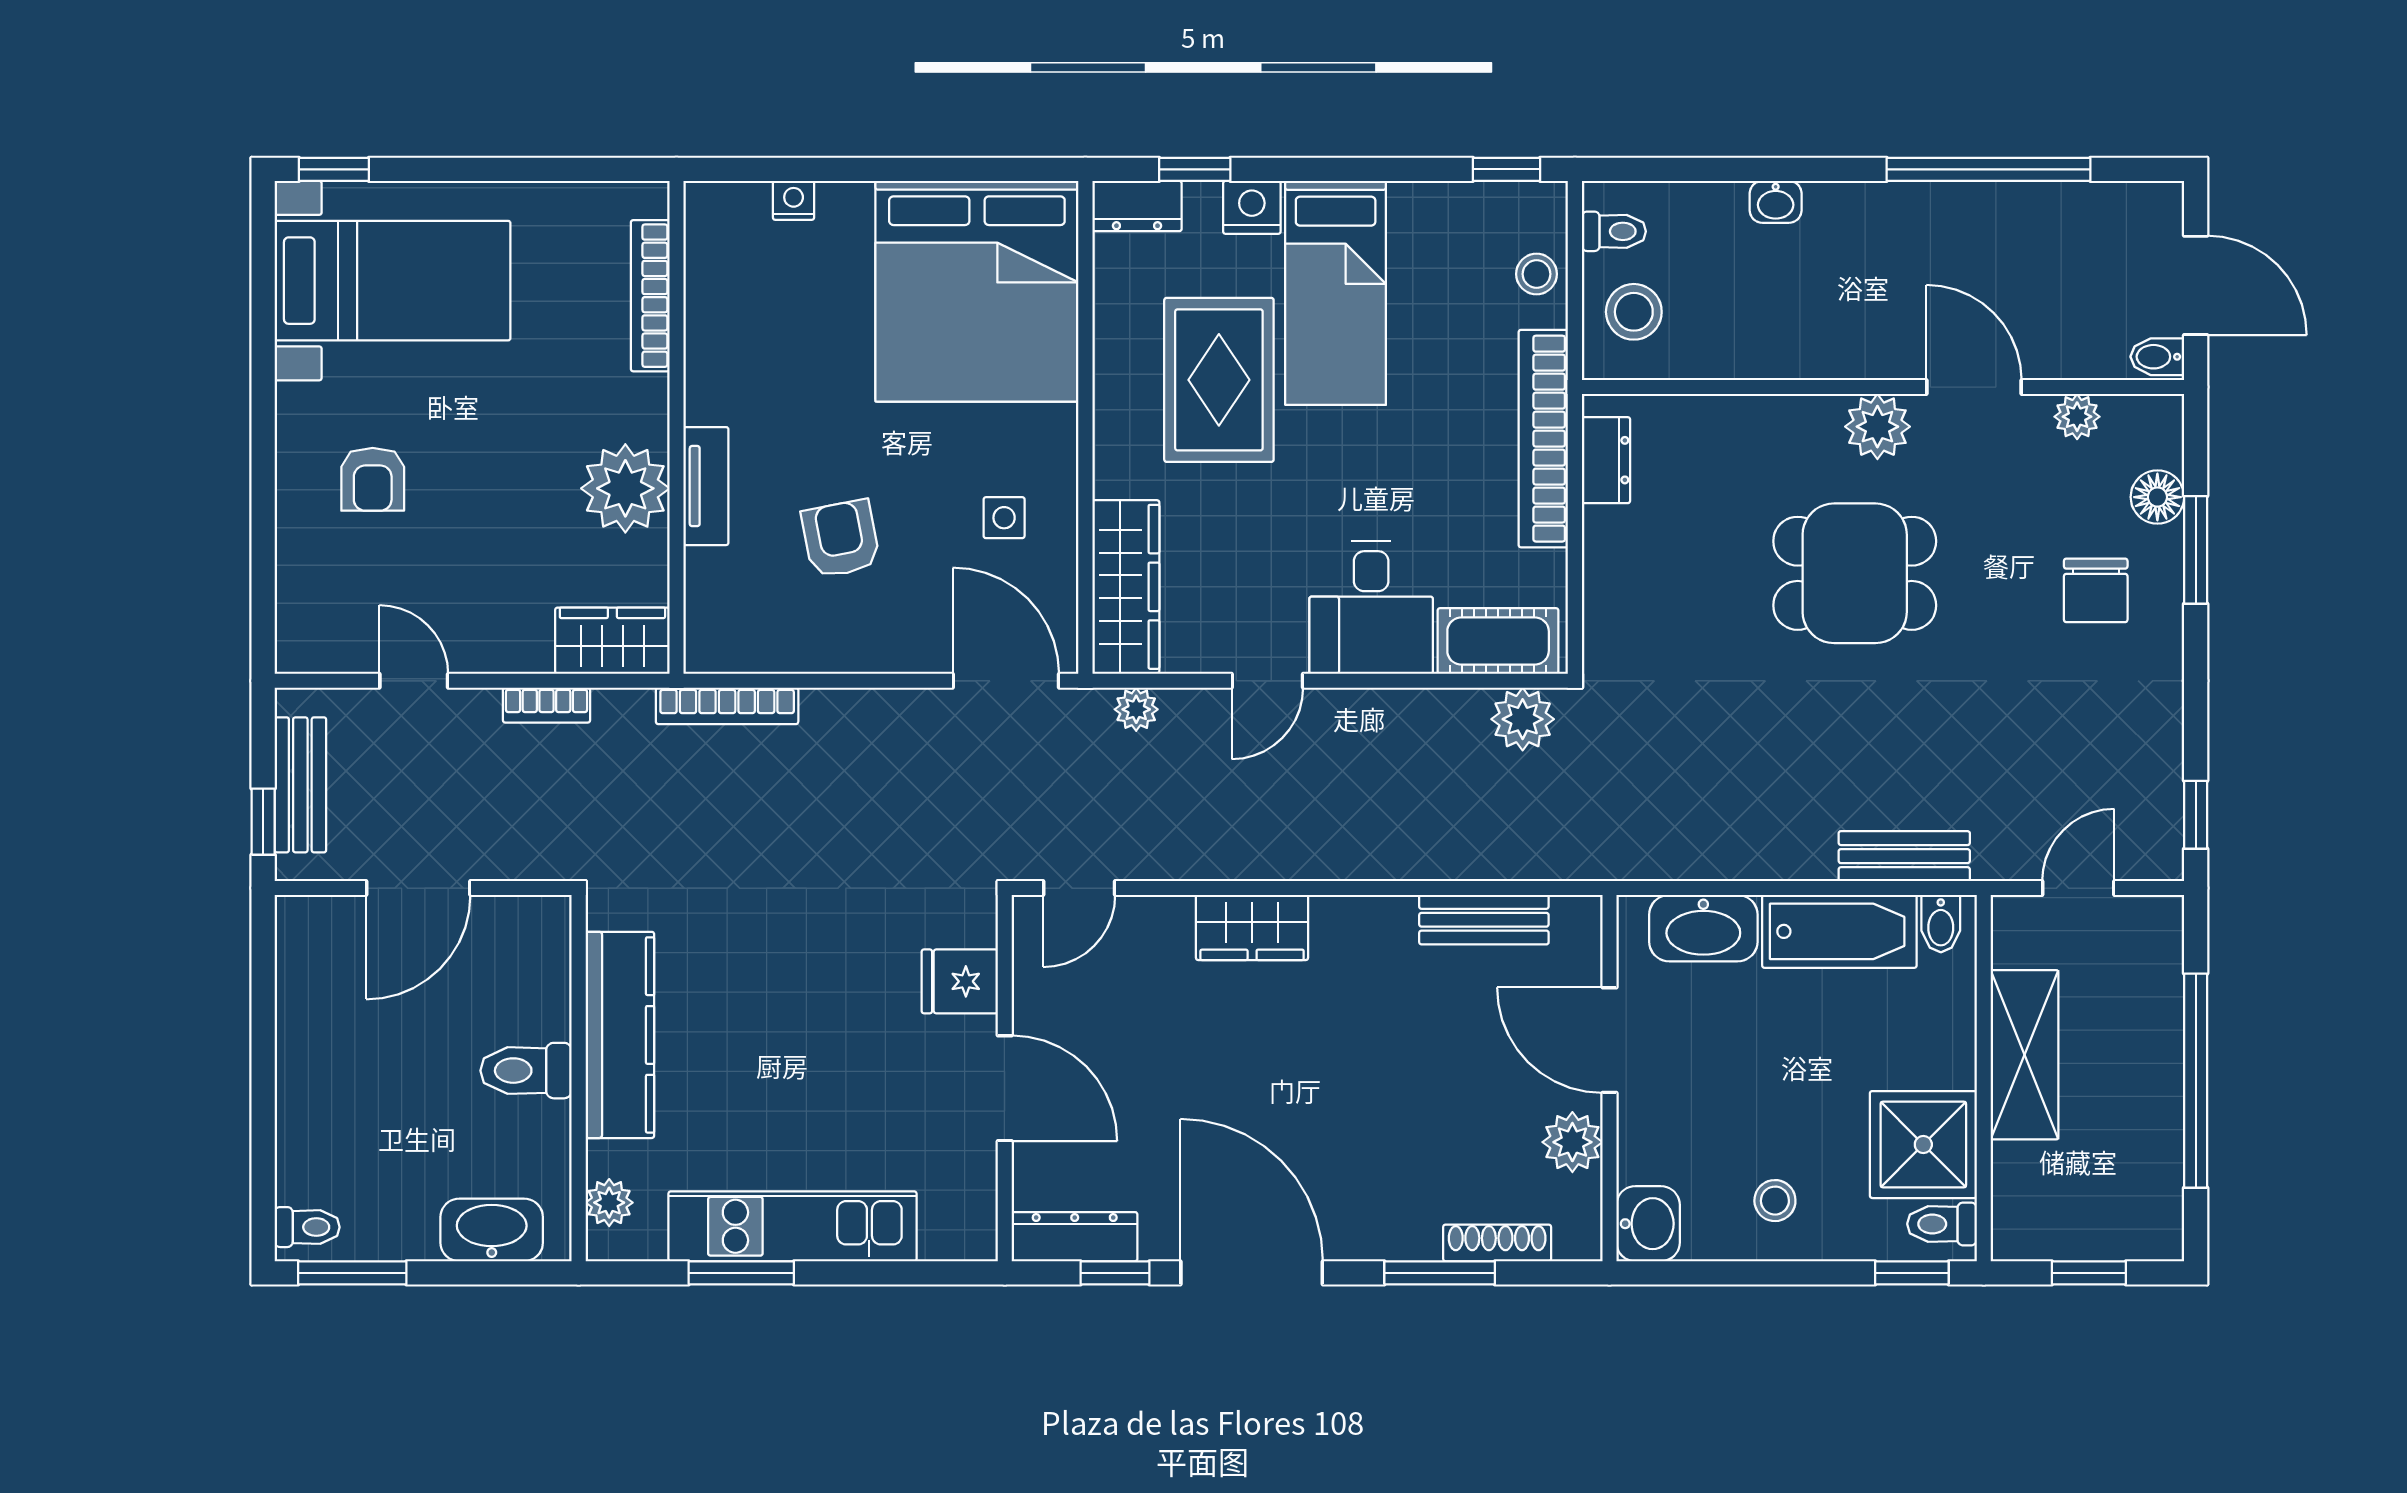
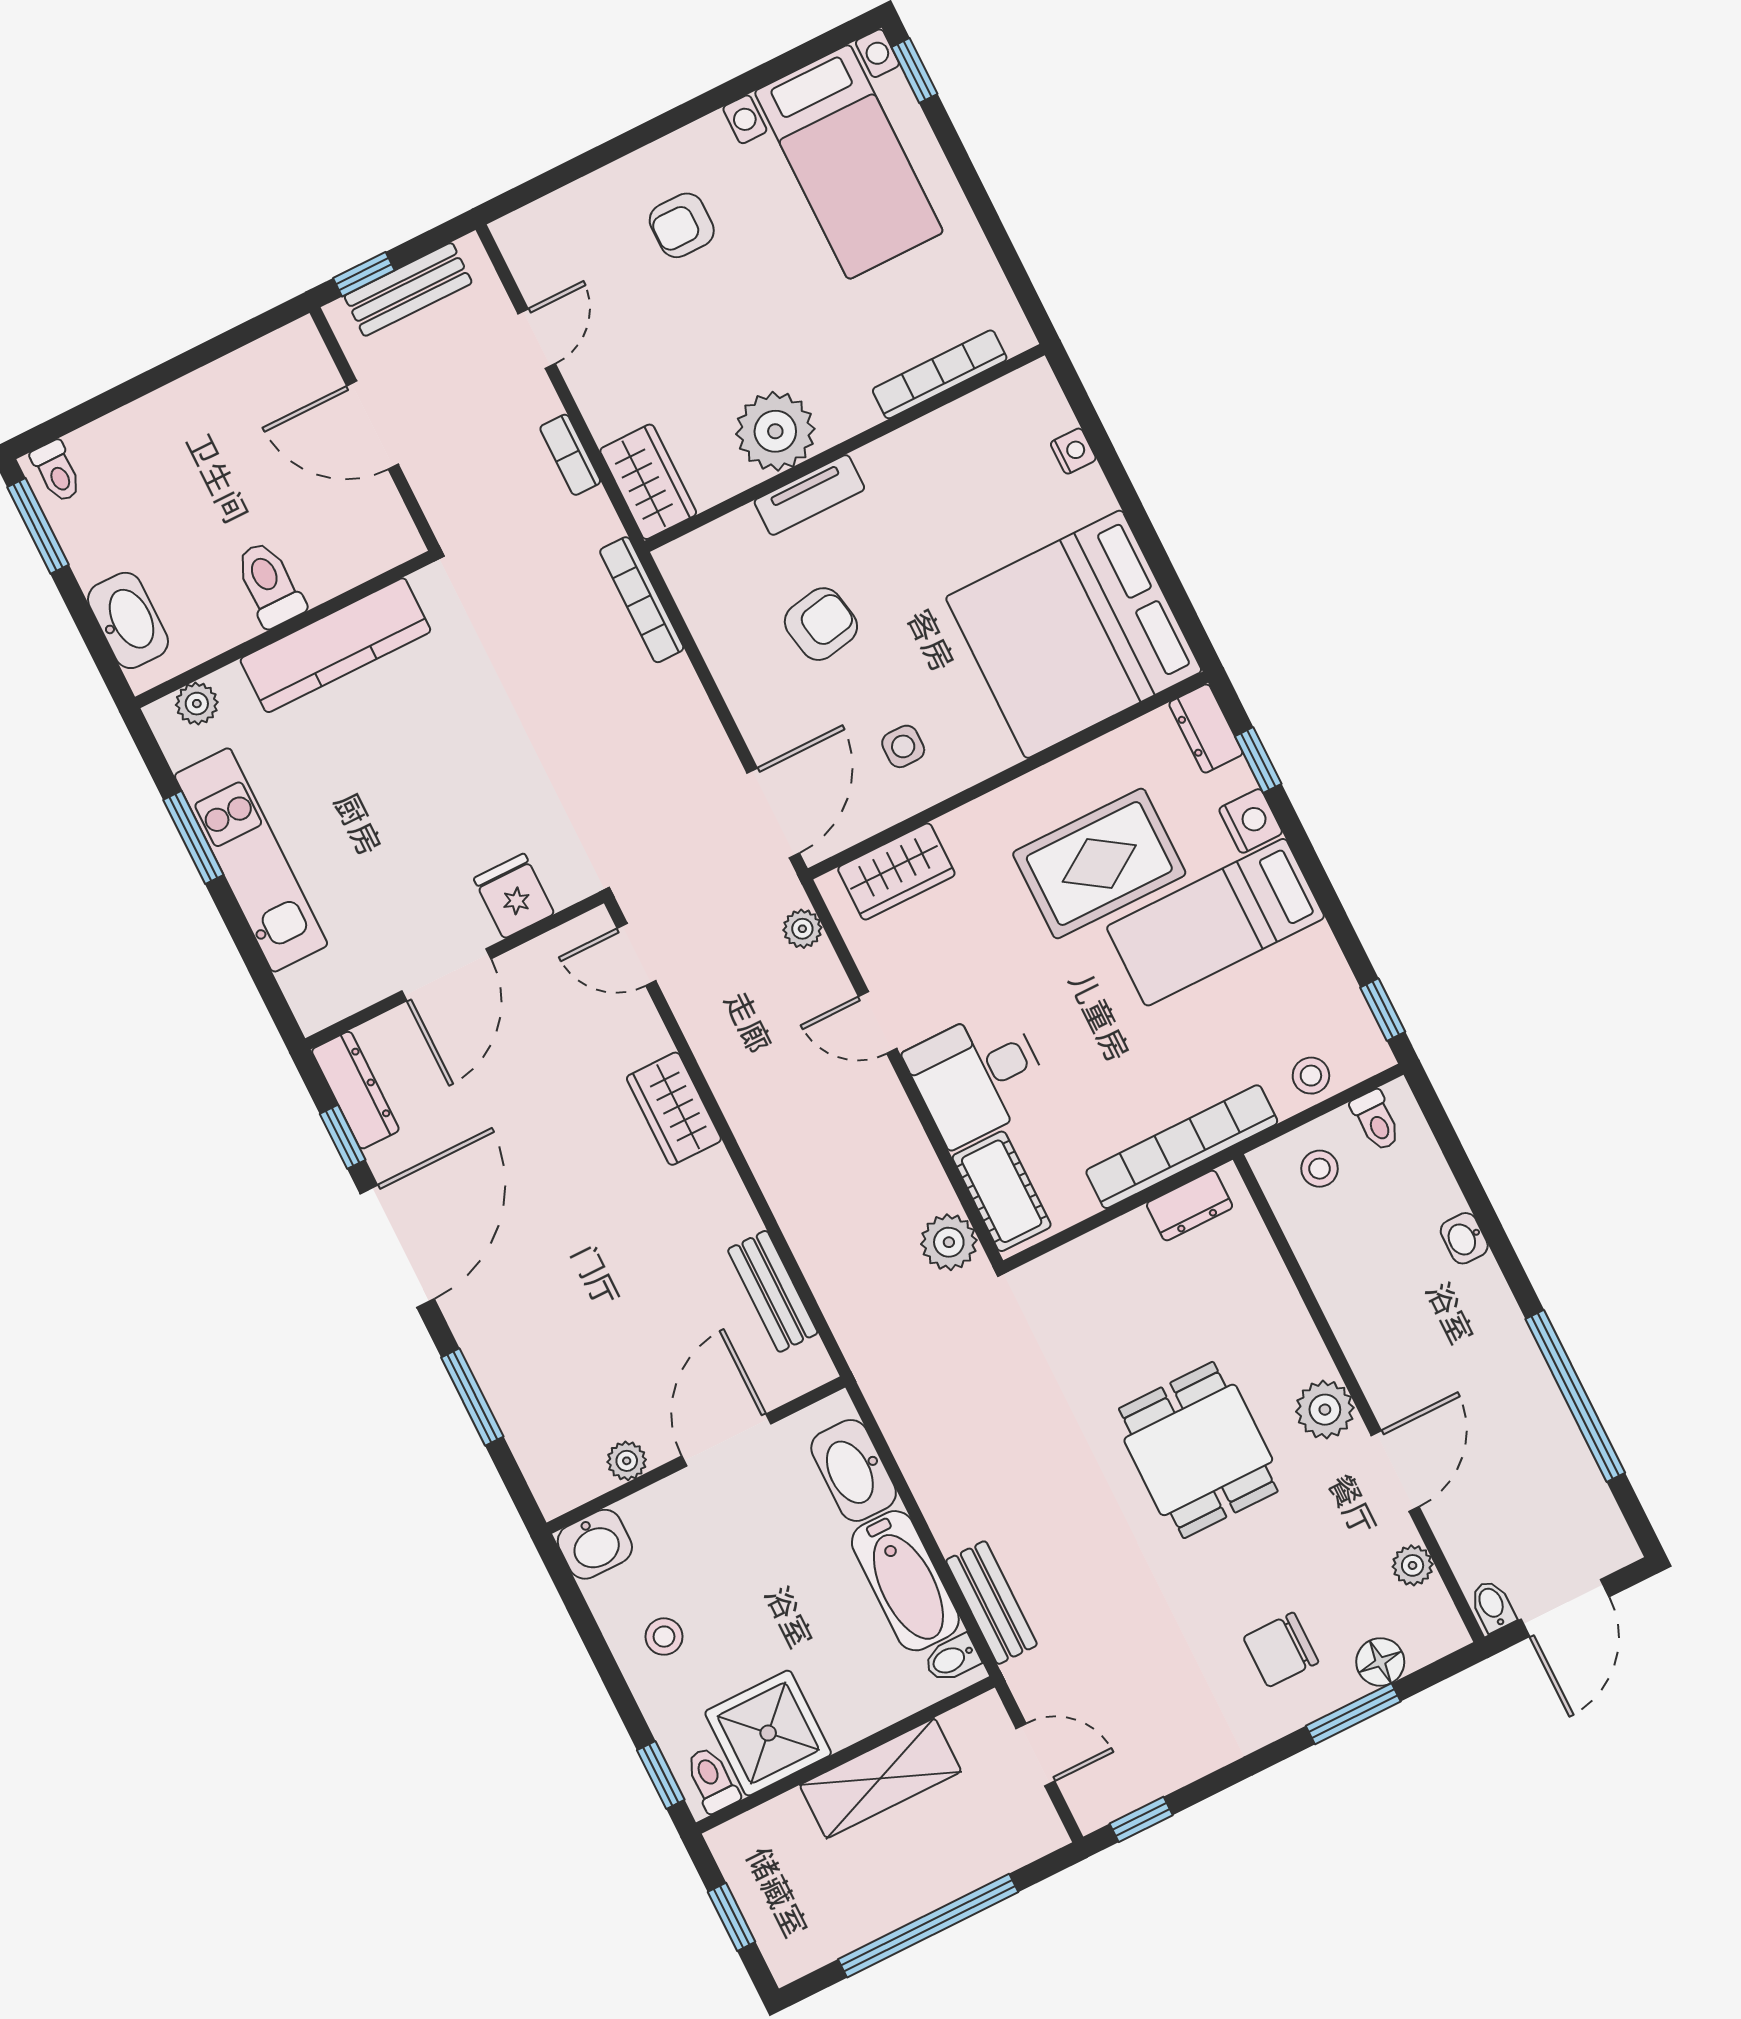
stool: (1634, 312) -> (1320, 1169), width x0.73, depth x0.73
wardrobe: (1126, 587) -> (896, 871), width x0.67
plant: (1572, 1142) -> (627, 1461), width x0.73, depth x0.73
shoe rack: (1497, 1243) -> (519, 1431), removed

